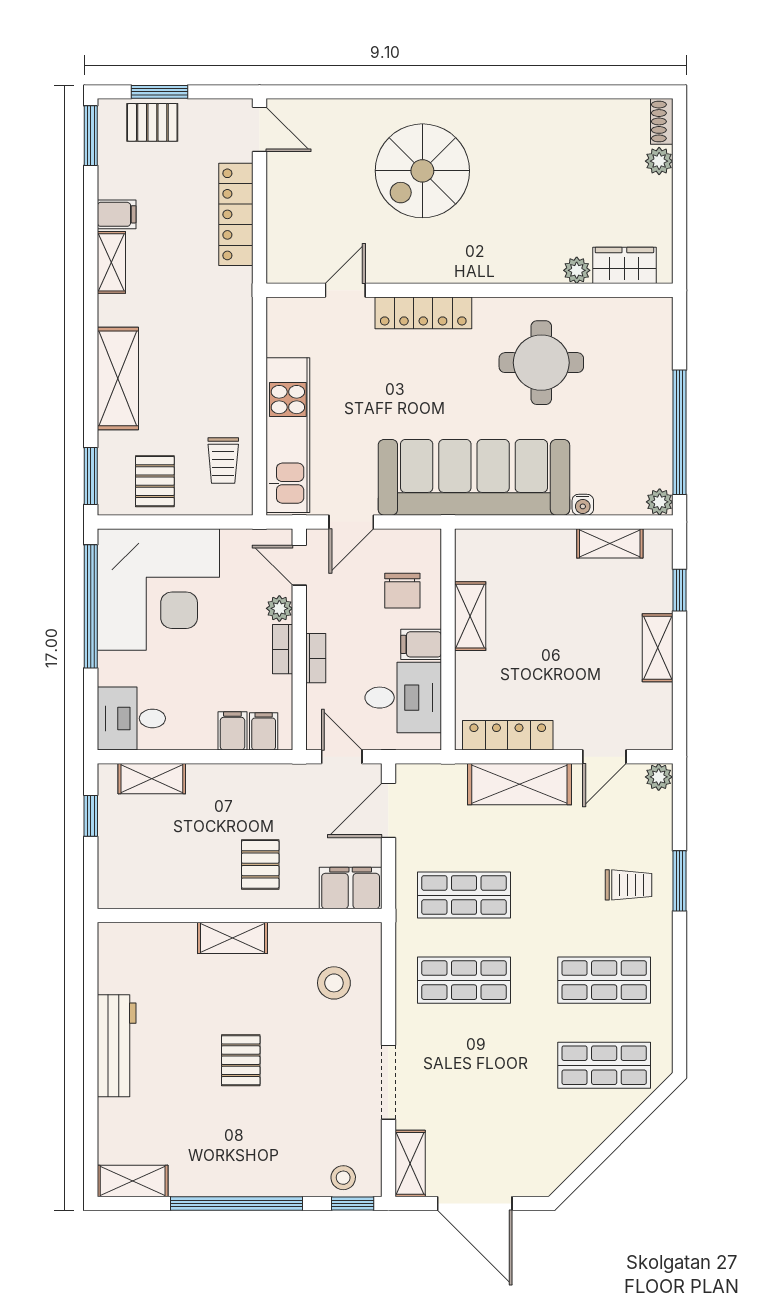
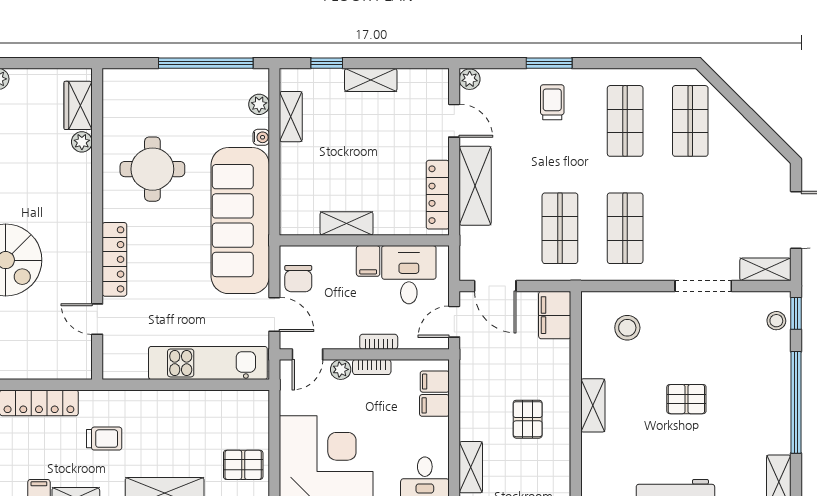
trolley: (223, 461) -> (104, 439), moved
plant: (660, 502) -> (259, 104), moved
chair: (402, 591) -> (298, 279), moved, turned 90
pallet: (260, 864) -> (528, 419), moved, turned 90

